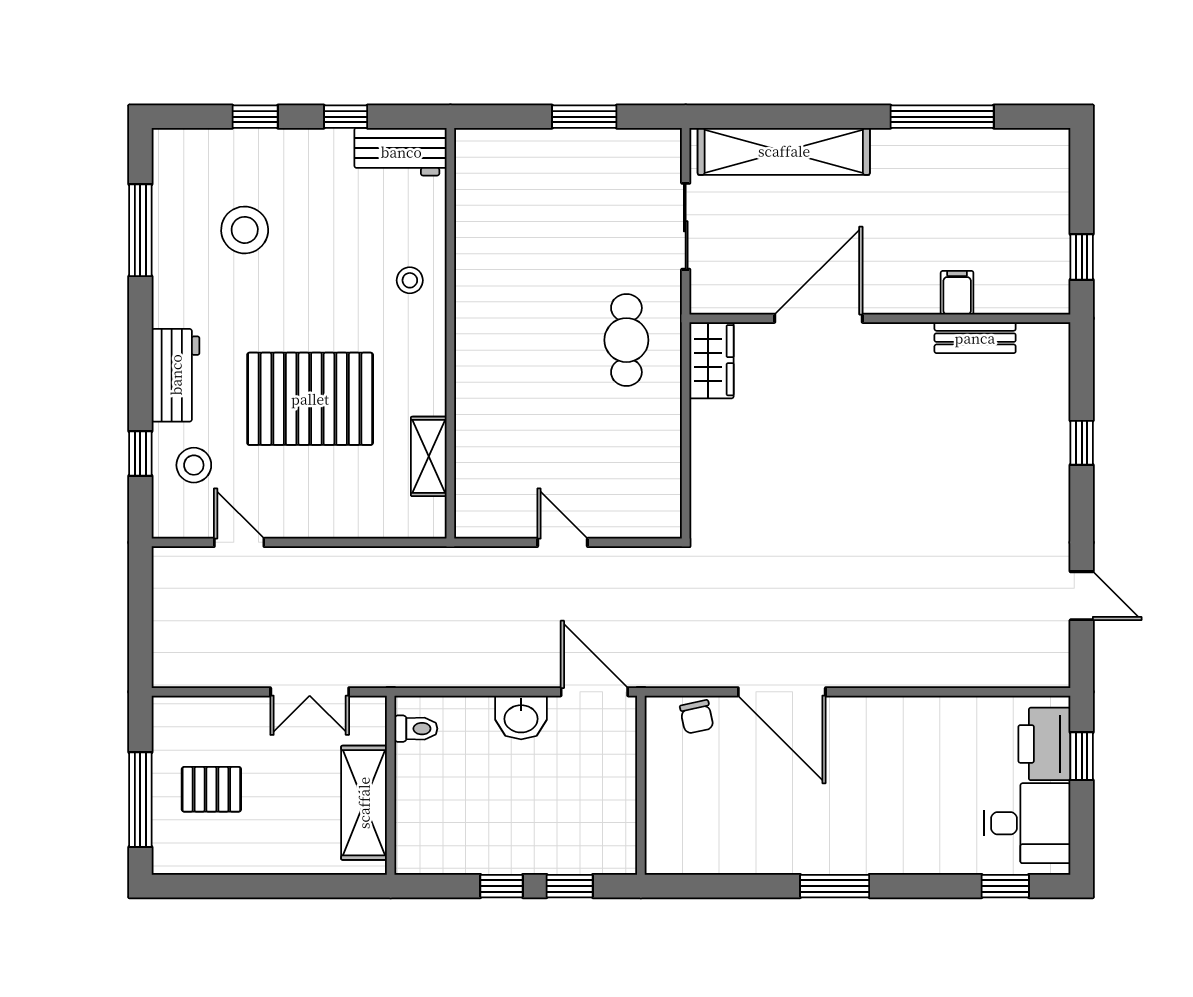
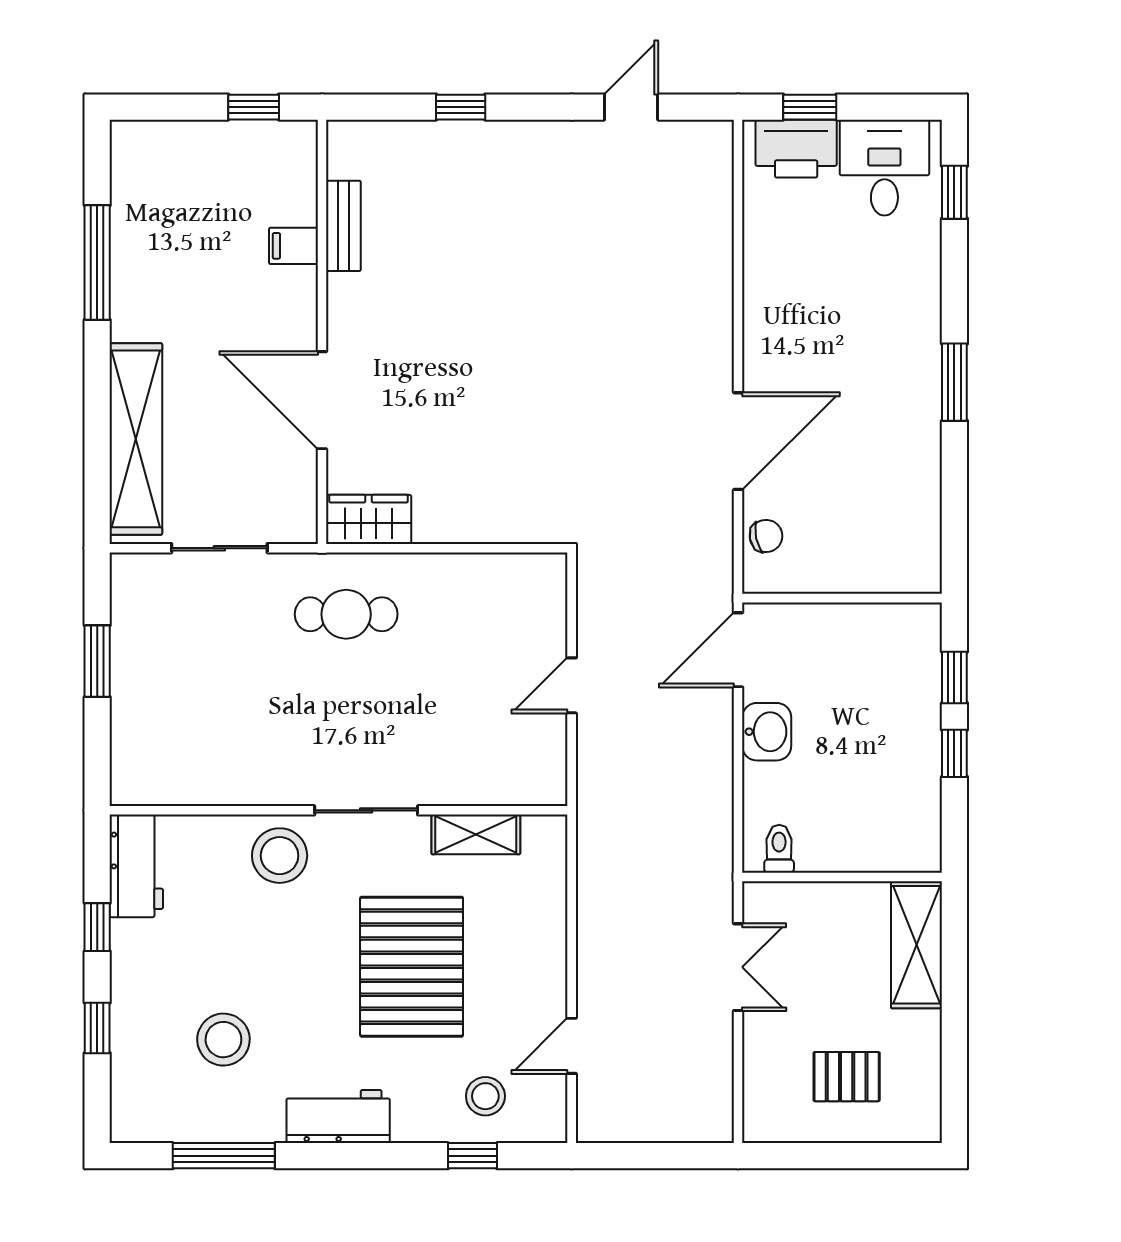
stool: (410, 280) -> (280, 856), width x1.89, depth x1.89
sliding door: (450, 358) -> (366, 810), added
workbench: (176, 375) -> (338, 1117), moved
pallet: (211, 789) -> (847, 1077), turned 90
window: (140, 800) -> (858, 1156), removed
shelving: (364, 803) -> (916, 945), moved, turned 90

